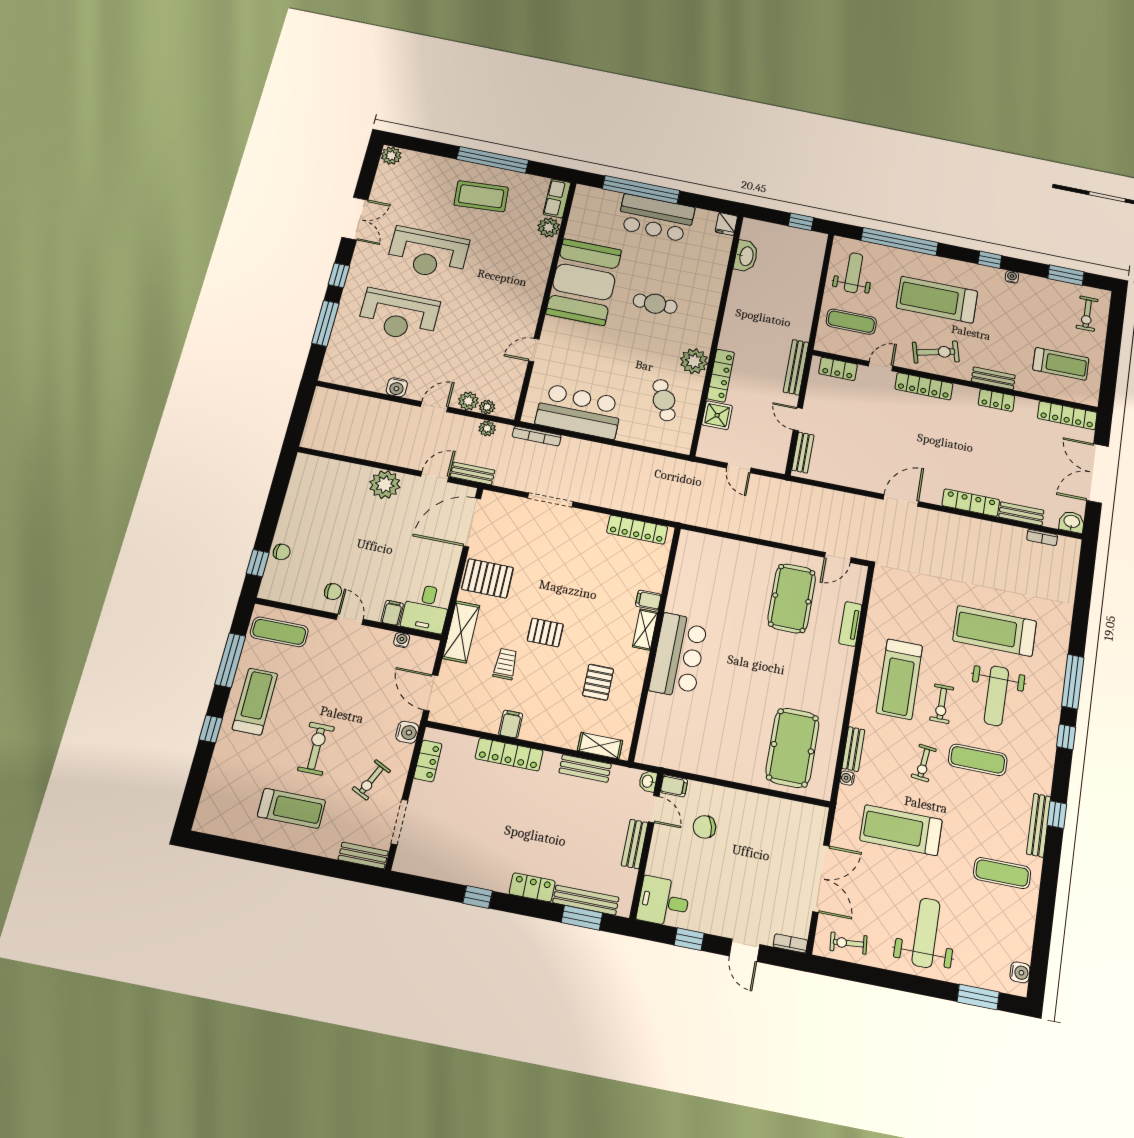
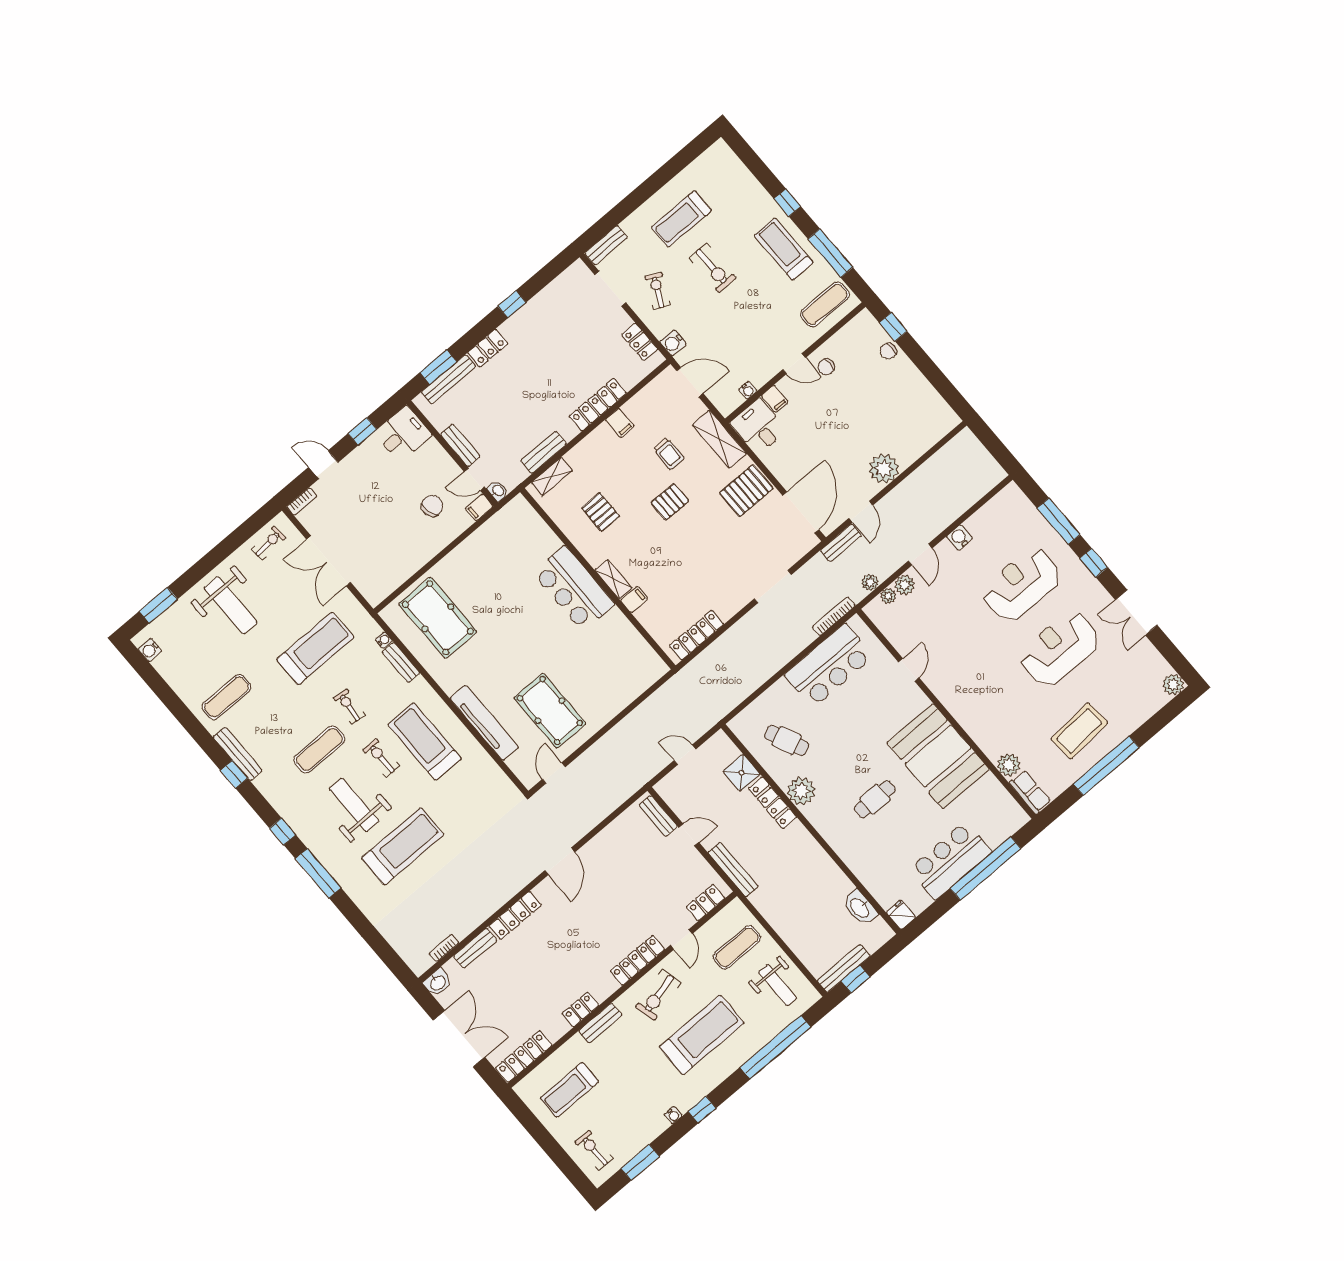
bench: (800, 236) -> (844, 968), added
tv unit: (850, 624) -> (484, 723), width x1.92, depth x1.29
treadmill: (255, 702) -> (784, 249), turned 180

